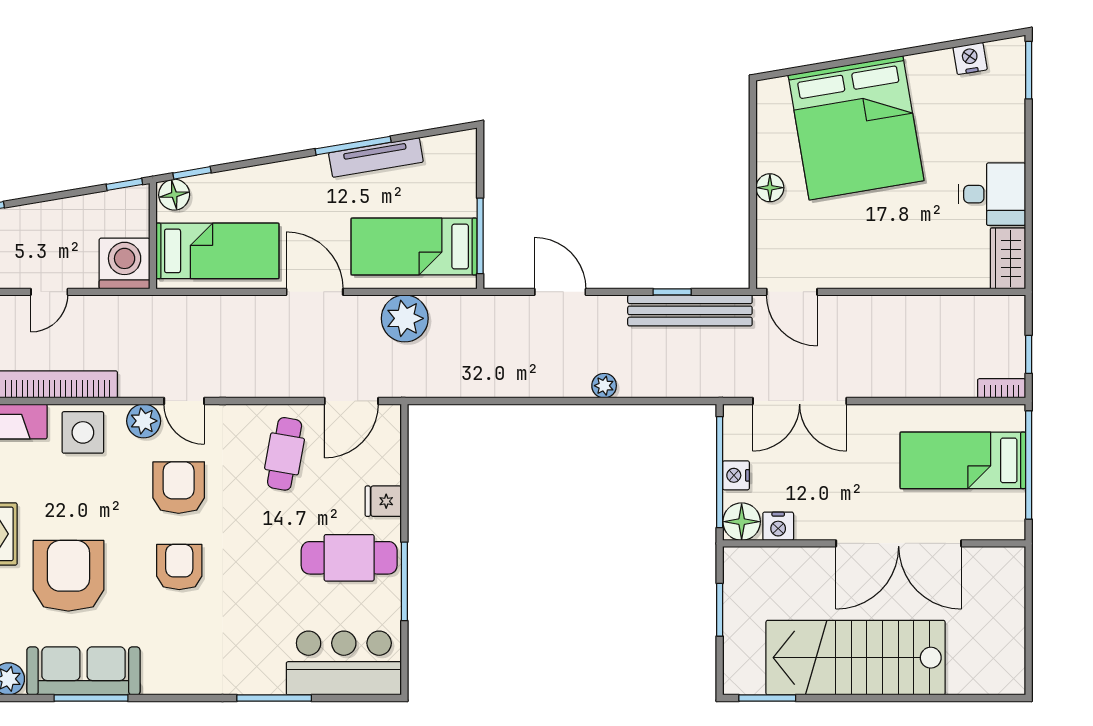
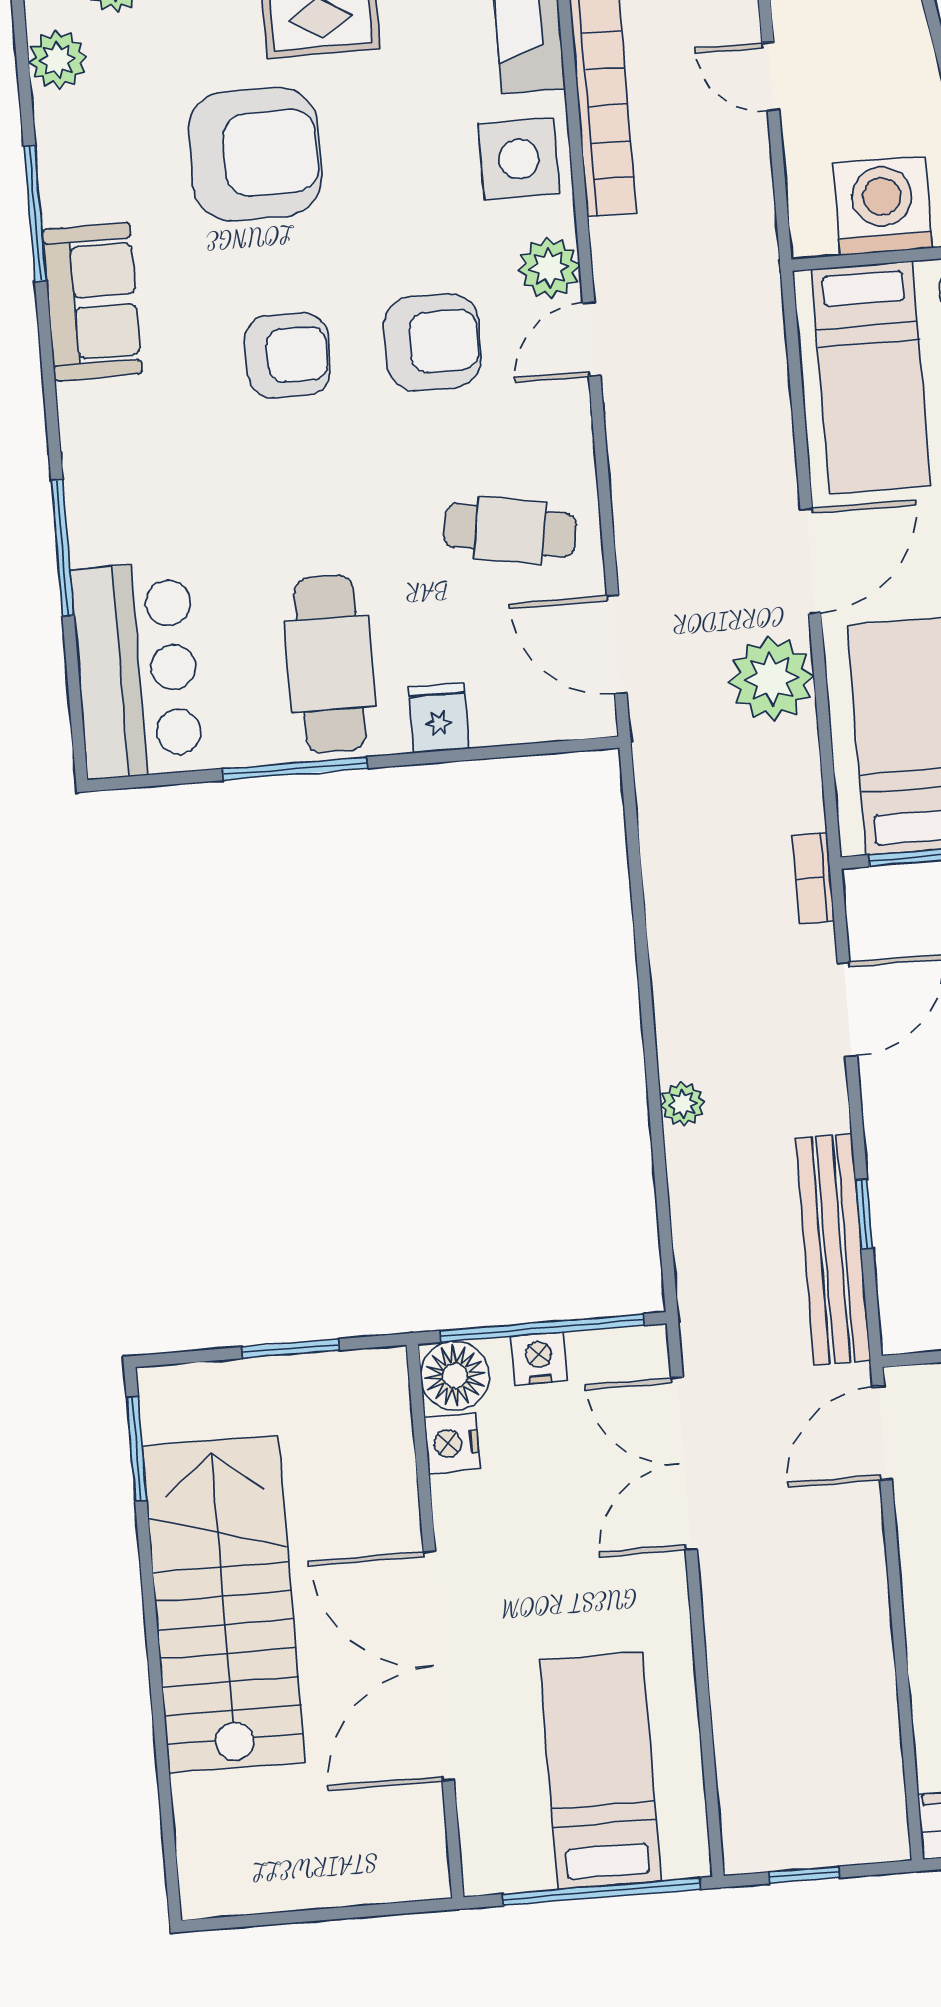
washing machine: (125, 264) -> (882, 206), moved, turned -90
plant: (405, 318) -> (771, 679), moved
bookcase: (1002, 388) -> (813, 878), moved, turned 180
sofa: (83, 671) -> (92, 302), moved, width x0.73

